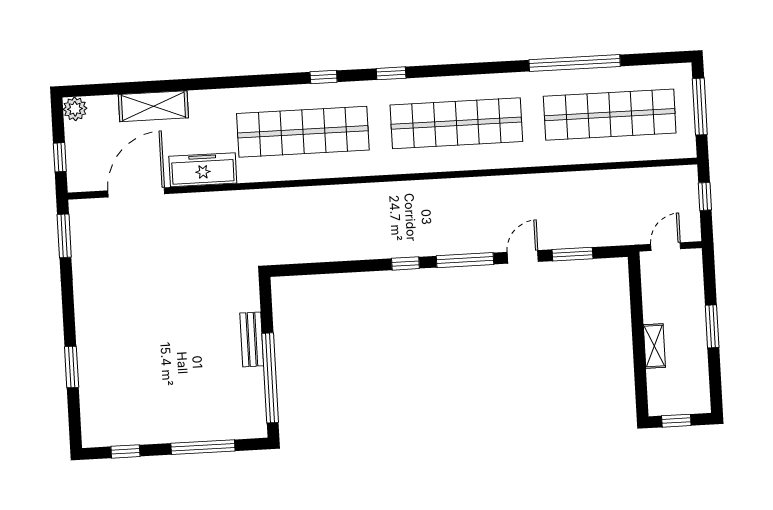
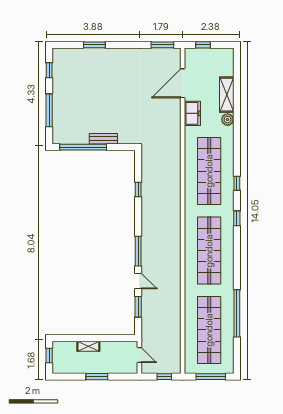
plant: (75, 109) -> (228, 120), moved
freezer: (203, 170) -> (192, 113), width x0.71
door: (136, 192) -> (183, 83), swing flipped
window: (405, 263) -> (138, 190), moved

